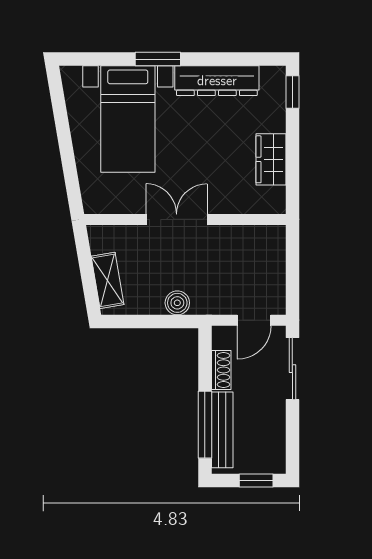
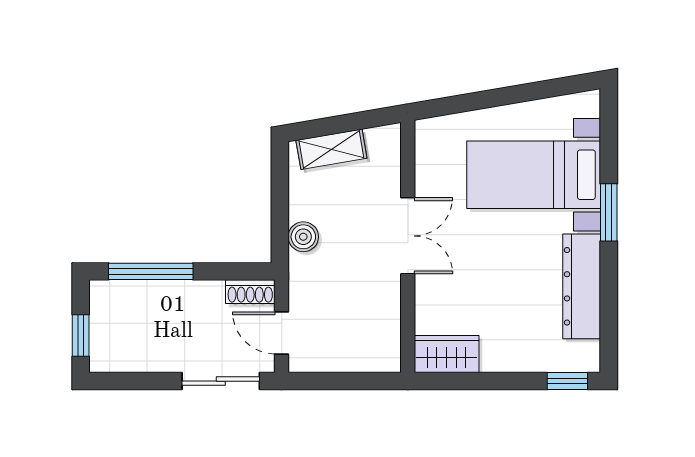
wardrobe: (271, 159) -> (447, 354), moved
shoe rack: (221, 370) -> (250, 292), moved
bench: (222, 430) -> (144, 293), removed

